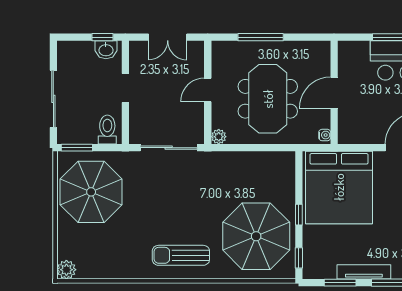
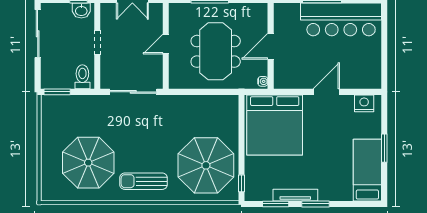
sliding door: (53, 99) -> (38, 34), moved
plant: (219, 137) -> (175, 83), removed
parasol: (91, 192) -> (88, 163), moved
window: (299, 215) -> (242, 147), removed
plant: (66, 270) -> (48, 193), removed

